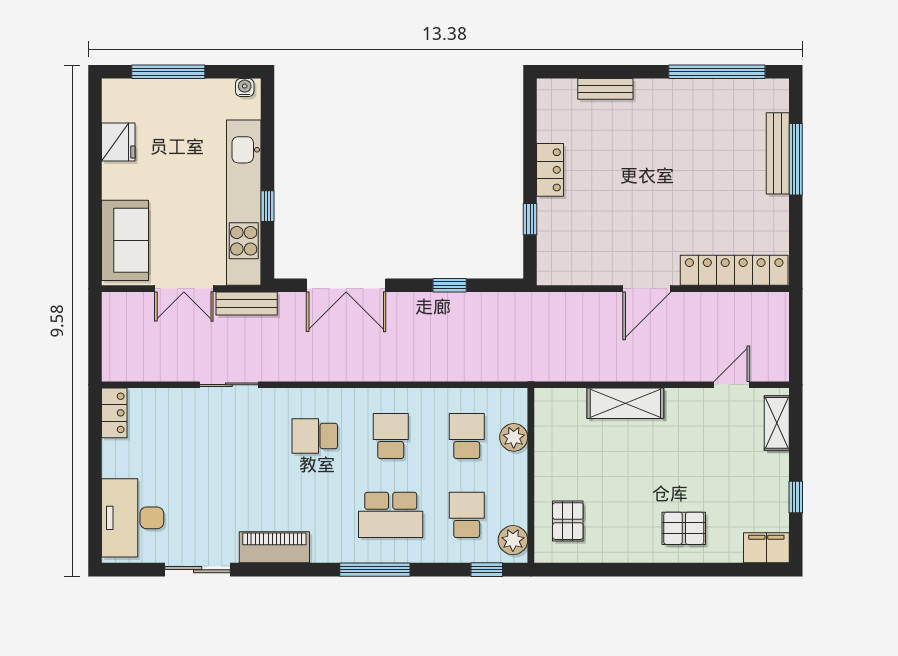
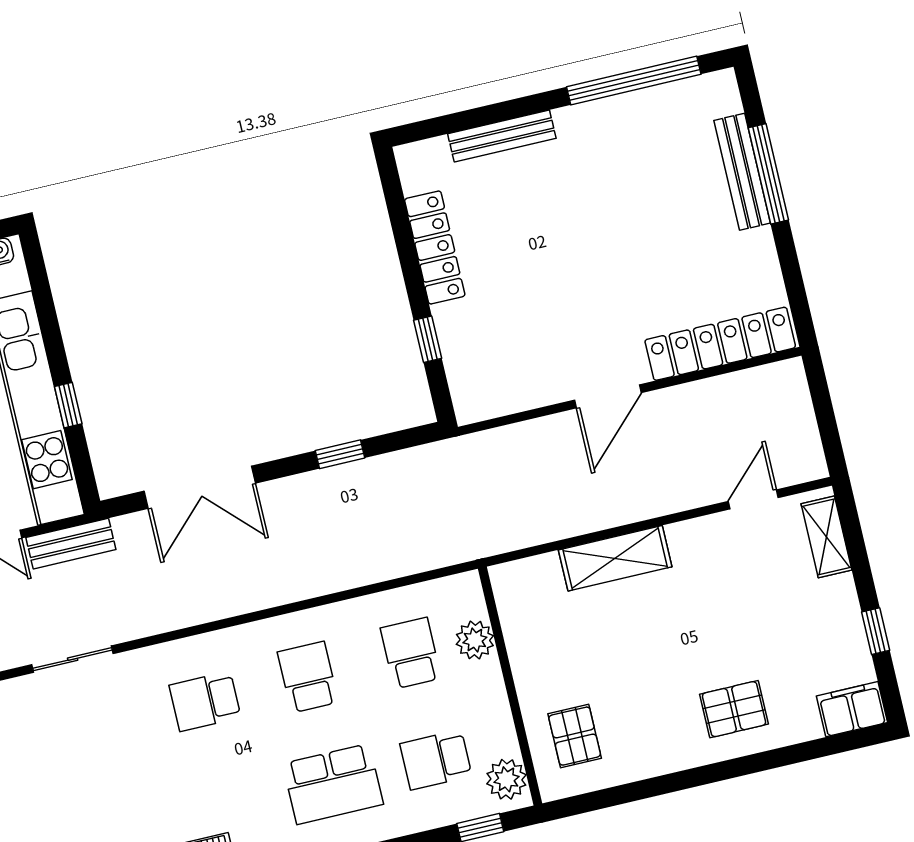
bench: (605, 89) -> (502, 136), width x1.36
locker: (550, 170) -> (435, 247), width x1.53
school desk: (467, 515) -> (436, 760), turned -90

